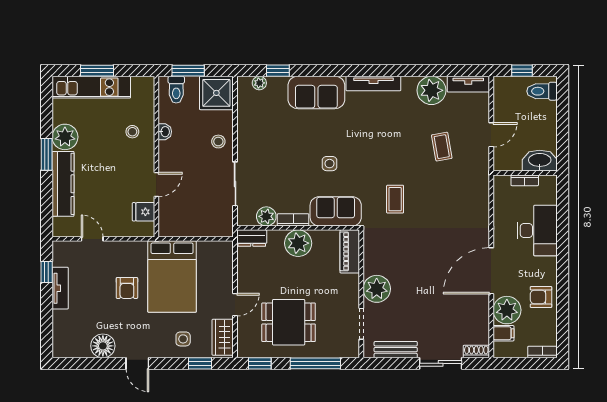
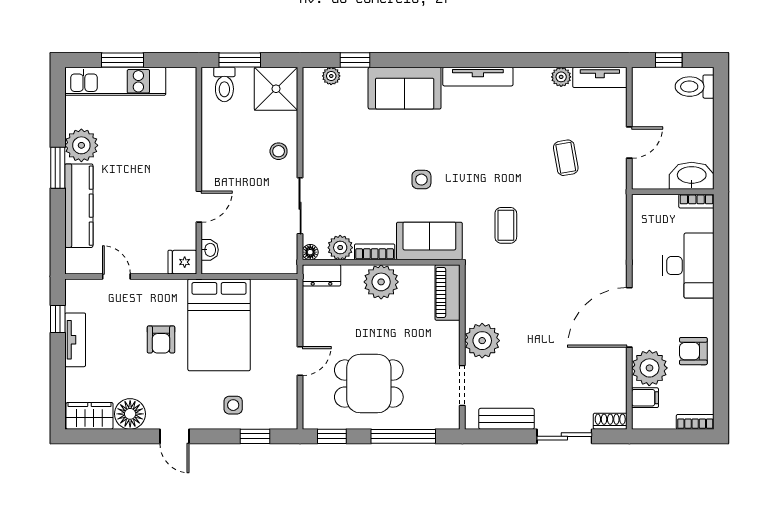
plant: (431, 90) -> (561, 77), width x0.53, depth x0.53
stool: (132, 132) -> (168, 139), removed
washbasin: (165, 132) -> (210, 250), moved
bookcase: (525, 180) -> (696, 201), moved
fridge: (143, 212) -> (182, 262), moved
floor lamp: (243, 220) -> (310, 252), added
wardrobe: (223, 337) -> (89, 416), moved, turned 90

